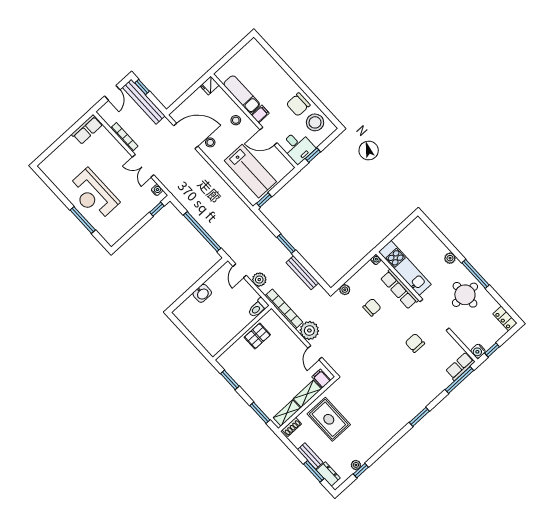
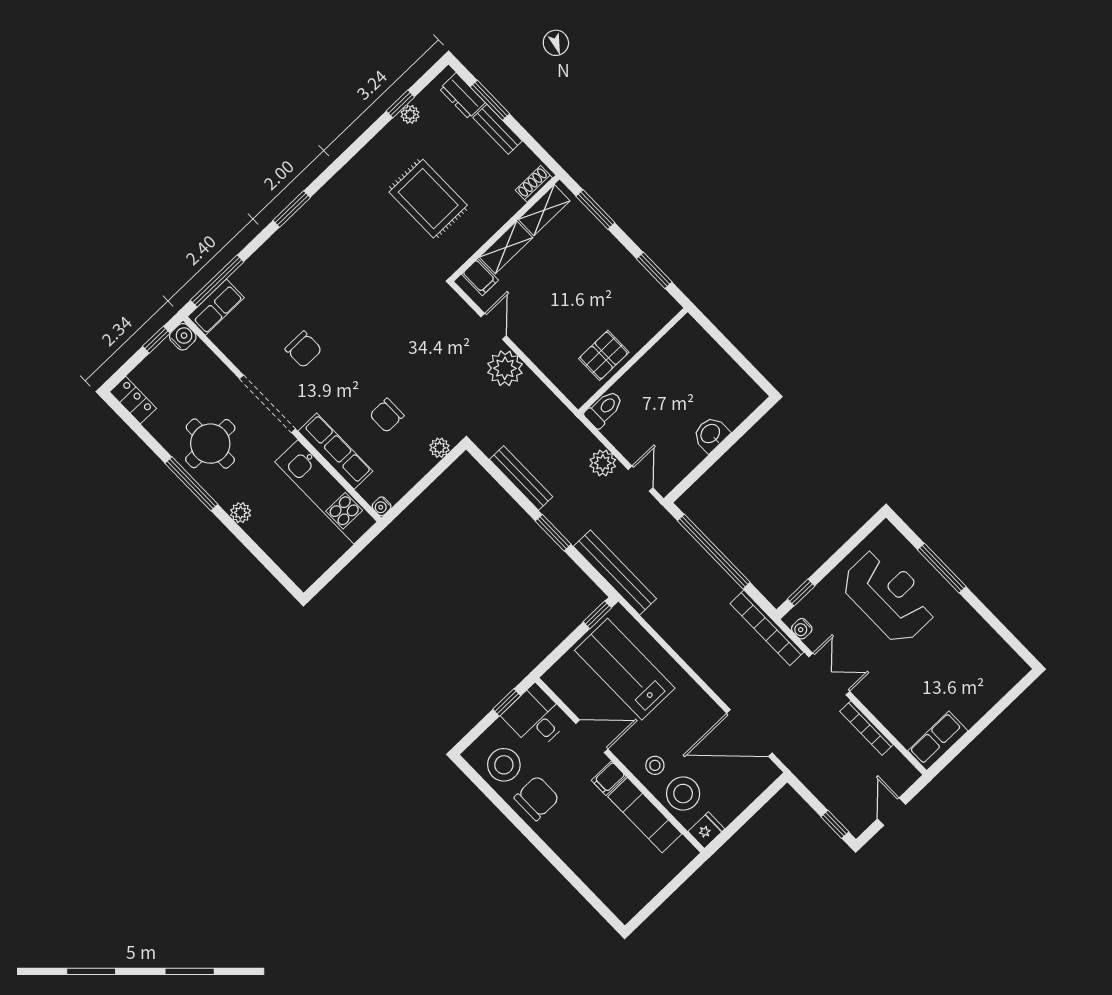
bench: (144, 102) -> (615, 572), moved
stool: (210, 142) -> (683, 794), moved, width x1.89, depth x1.89
reception desk: (93, 195) -> (889, 596), moved
bookcase: (284, 309) -> (767, 628), moved
rug: (329, 419) -> (428, 199), moved

